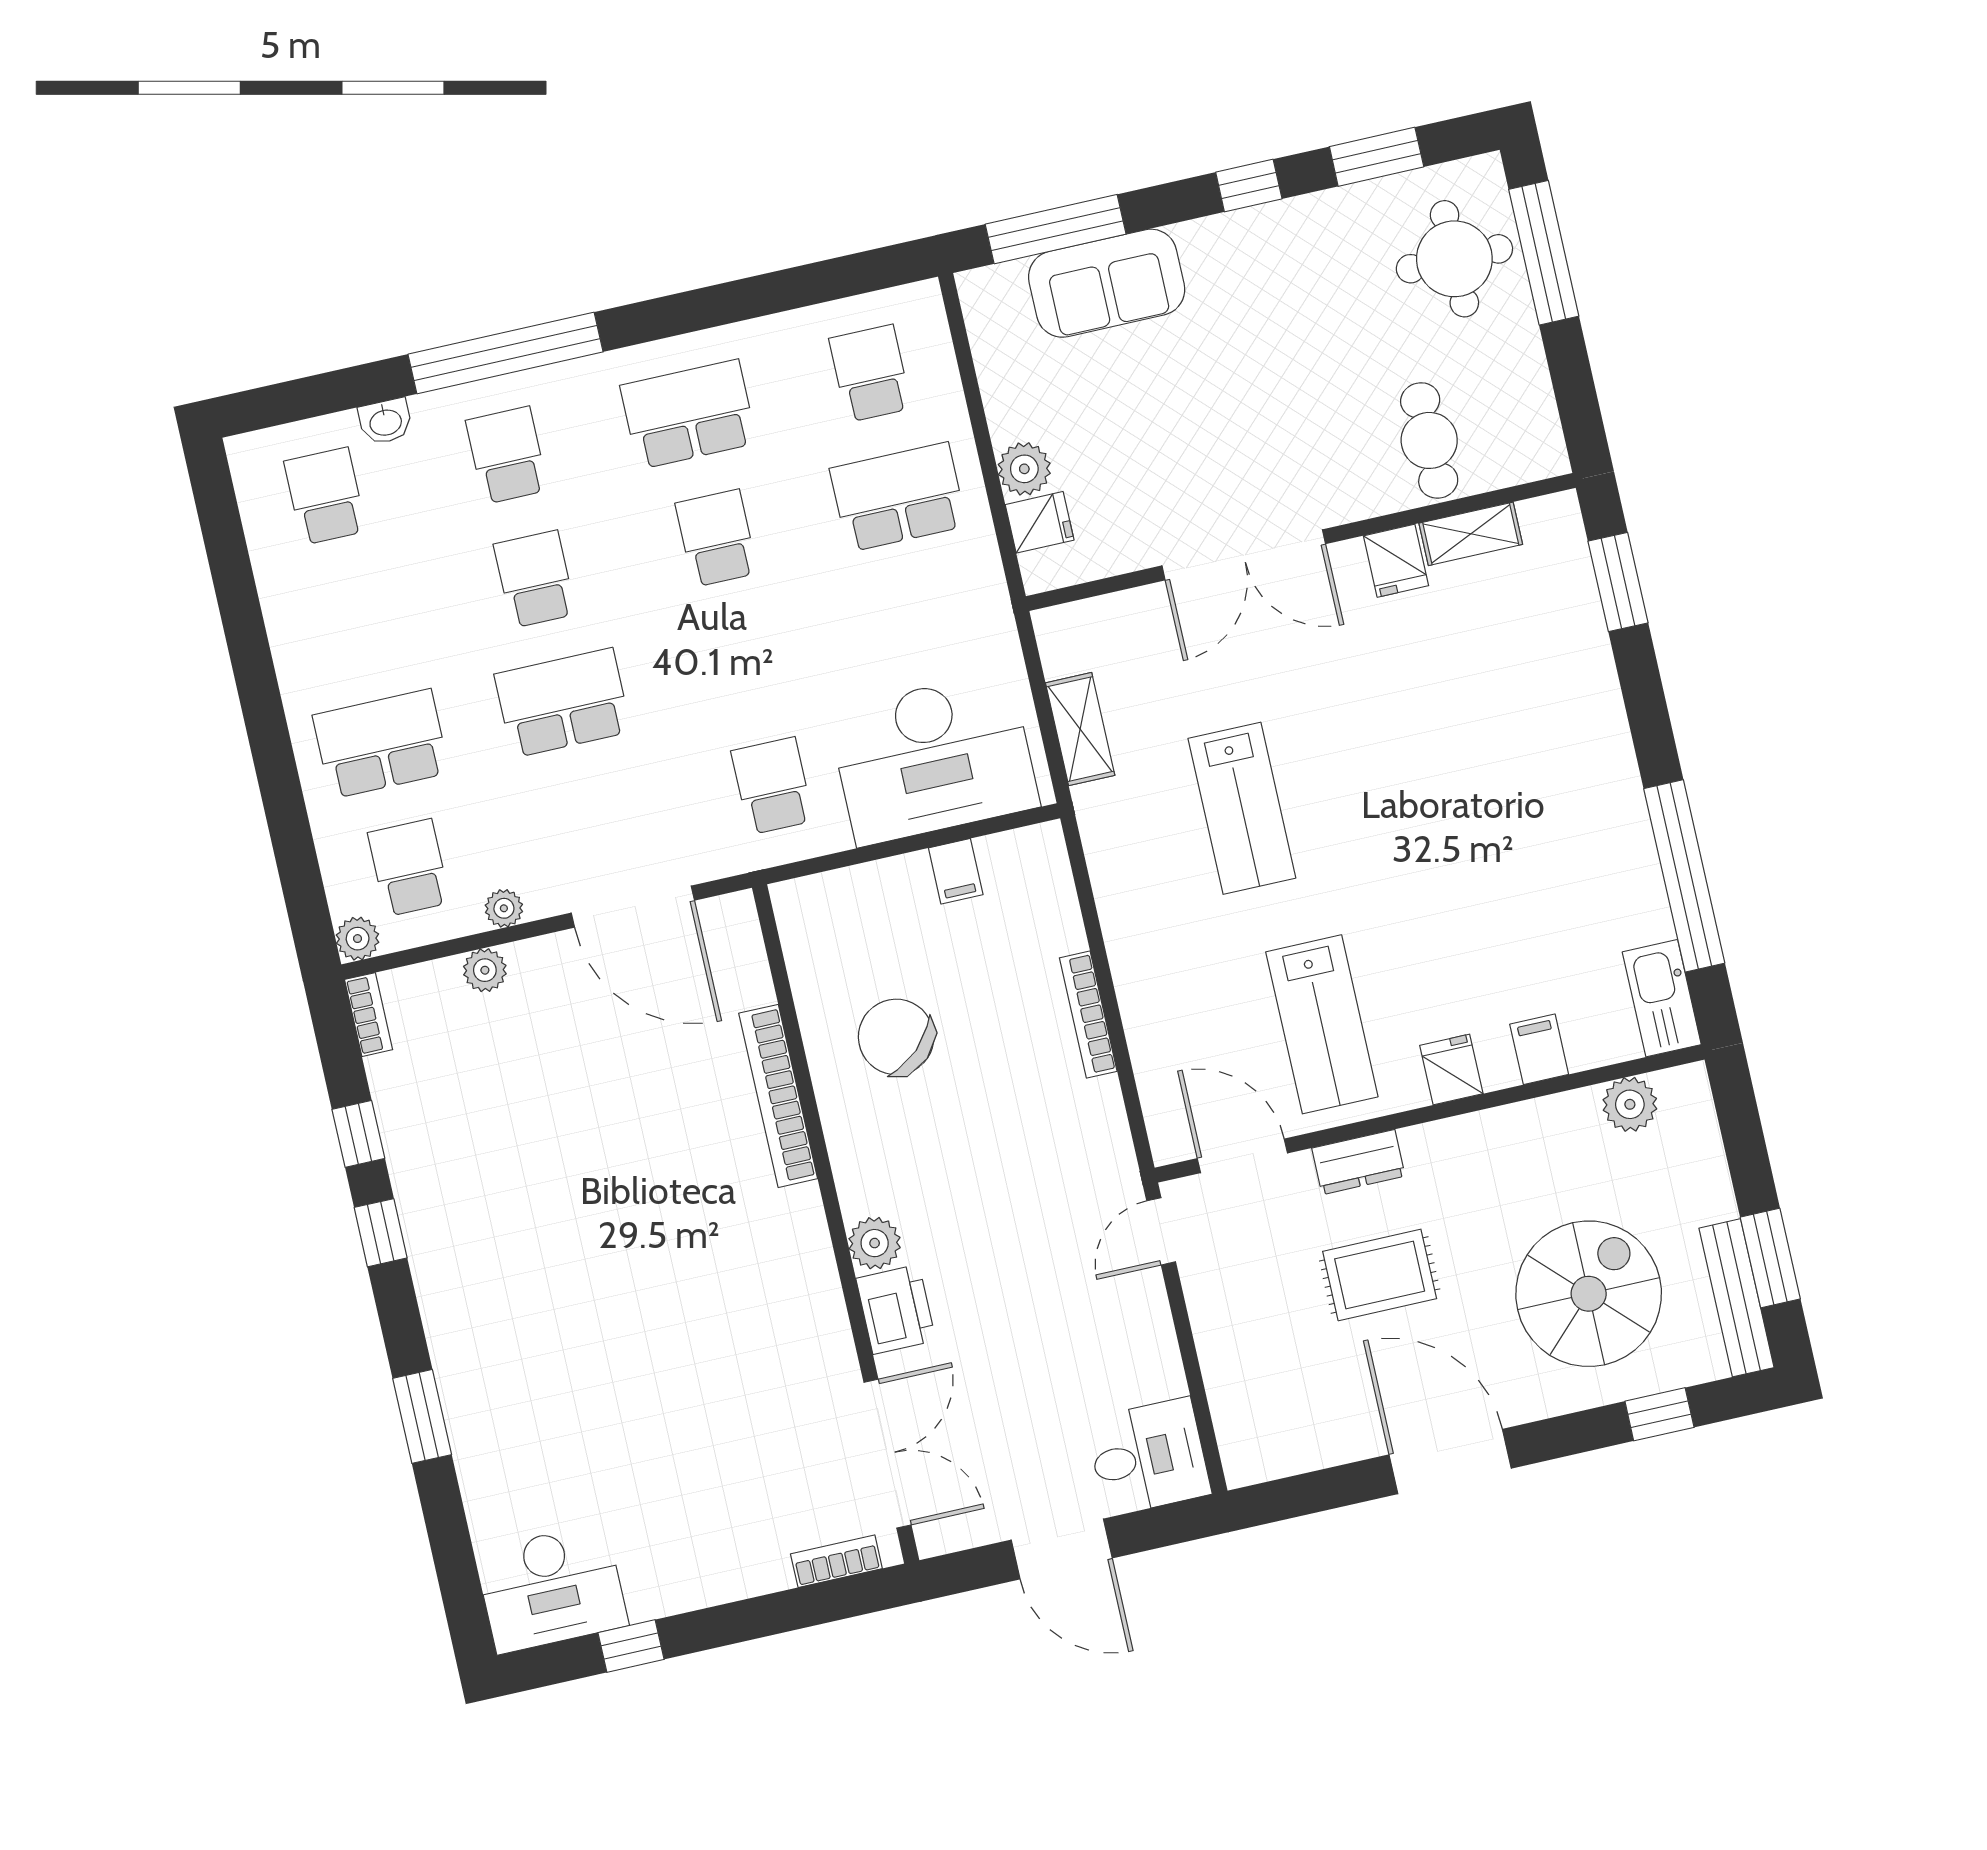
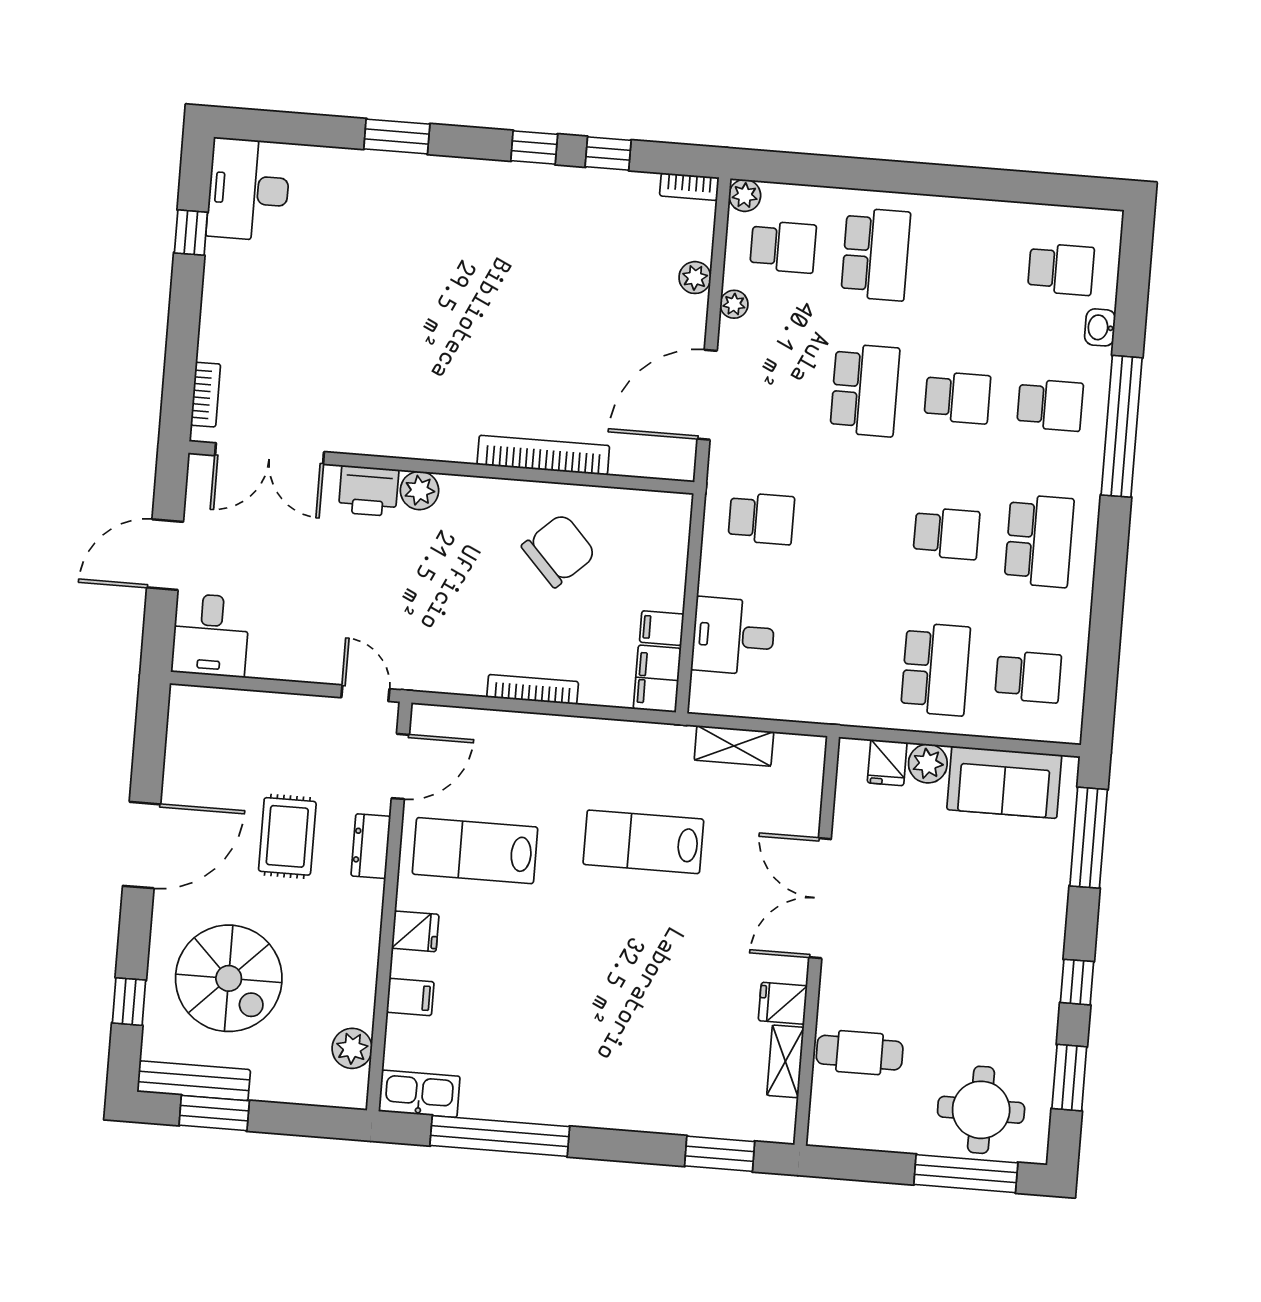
sofa: (1107, 283) -> (1004, 782), moved, turned -90
desk: (933, 758) -> (733, 636), width x0.53, depth x0.77
filing cabinet: (1024, 856) -> (657, 679), added

